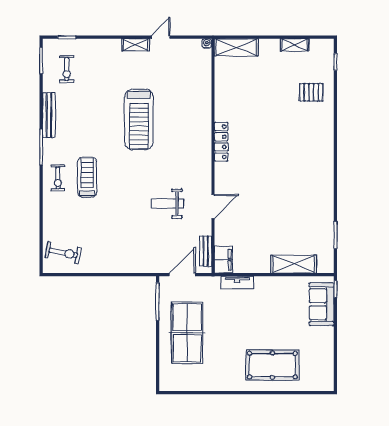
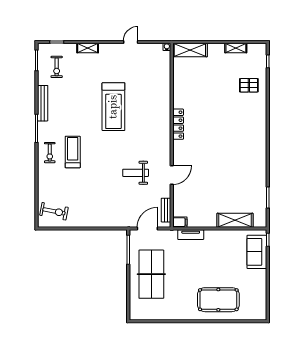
shelving: (136, 45) -> (88, 48), moved
filing cabinet: (224, 260) -> (180, 222), width x0.50

